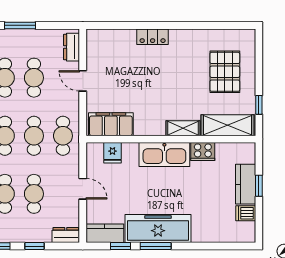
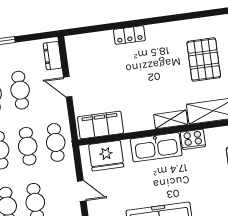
fridge: (112, 153) -> (106, 156), width x1.88, depth x1.34

